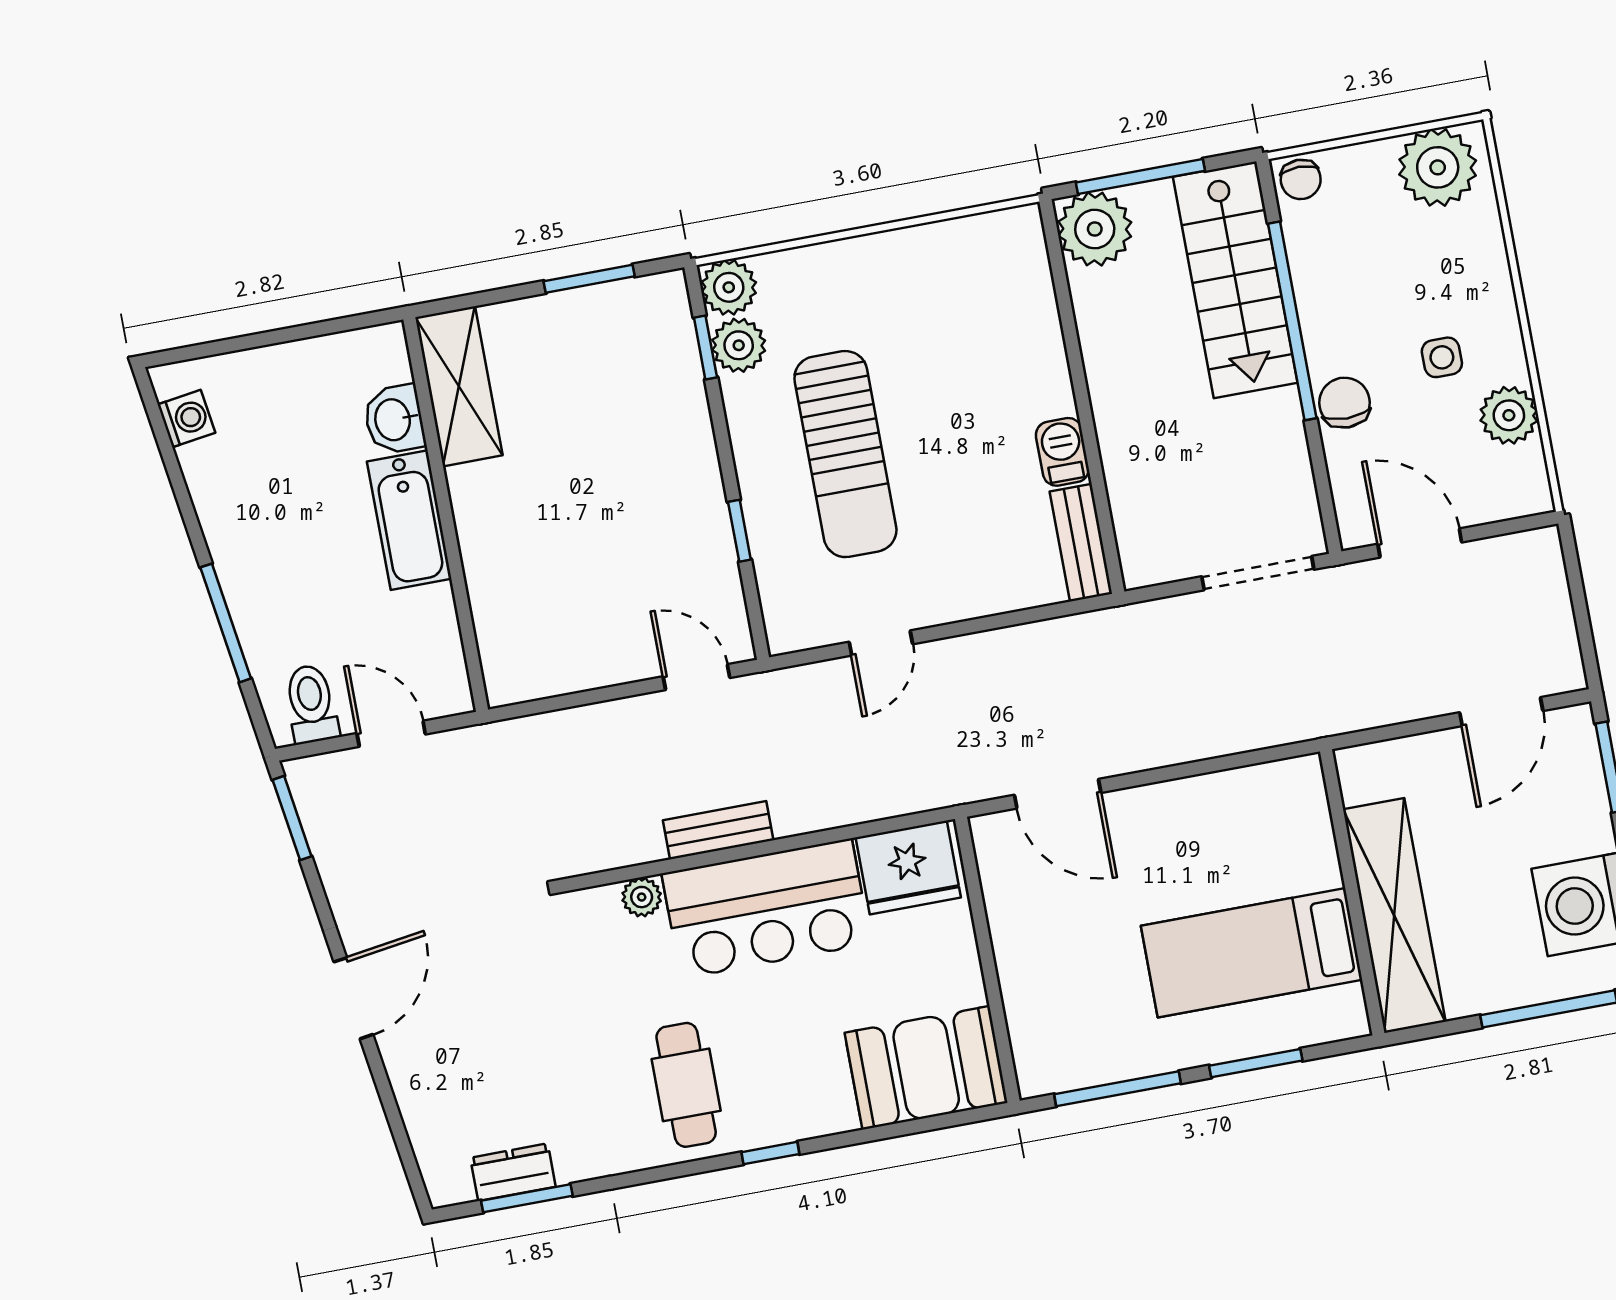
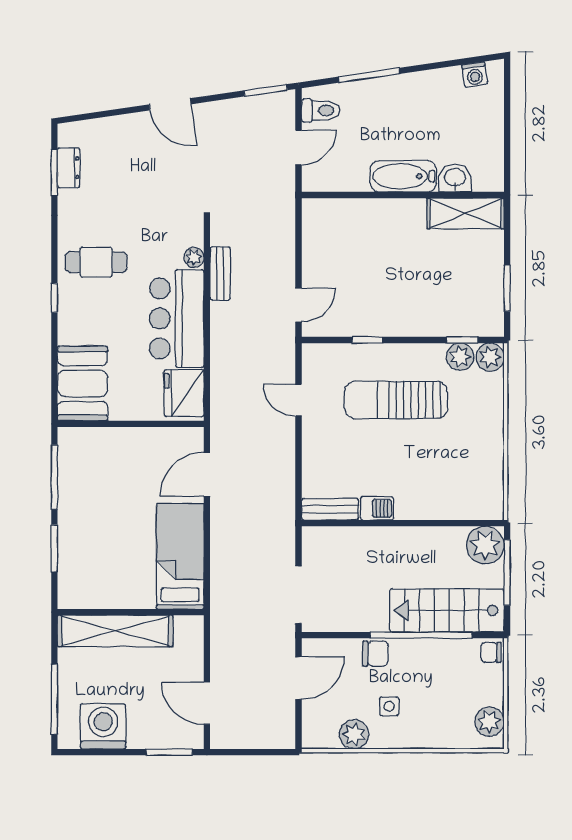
plant: (1438, 167) -> (490, 722), width x0.73, depth x0.73
bench: (718, 830) -> (220, 273), moved
bed: (1252, 953) -> (180, 556), moved

